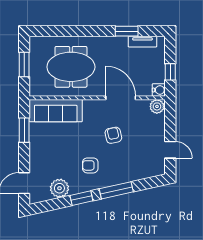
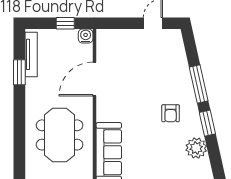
tv unit: (142, 42) -> (31, 54), width x1.41
plant: (157, 106) -> (104, 38), removed
armchair: (113, 135) -> (137, 87), removed

